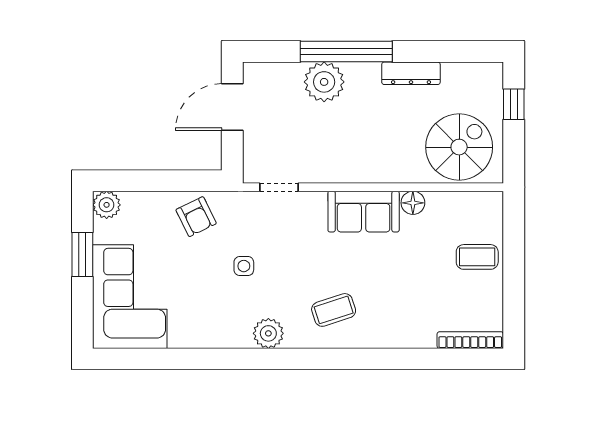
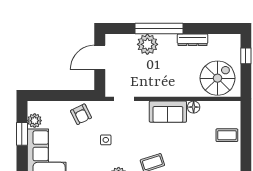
plant: (107, 205) -> (35, 121), moved

